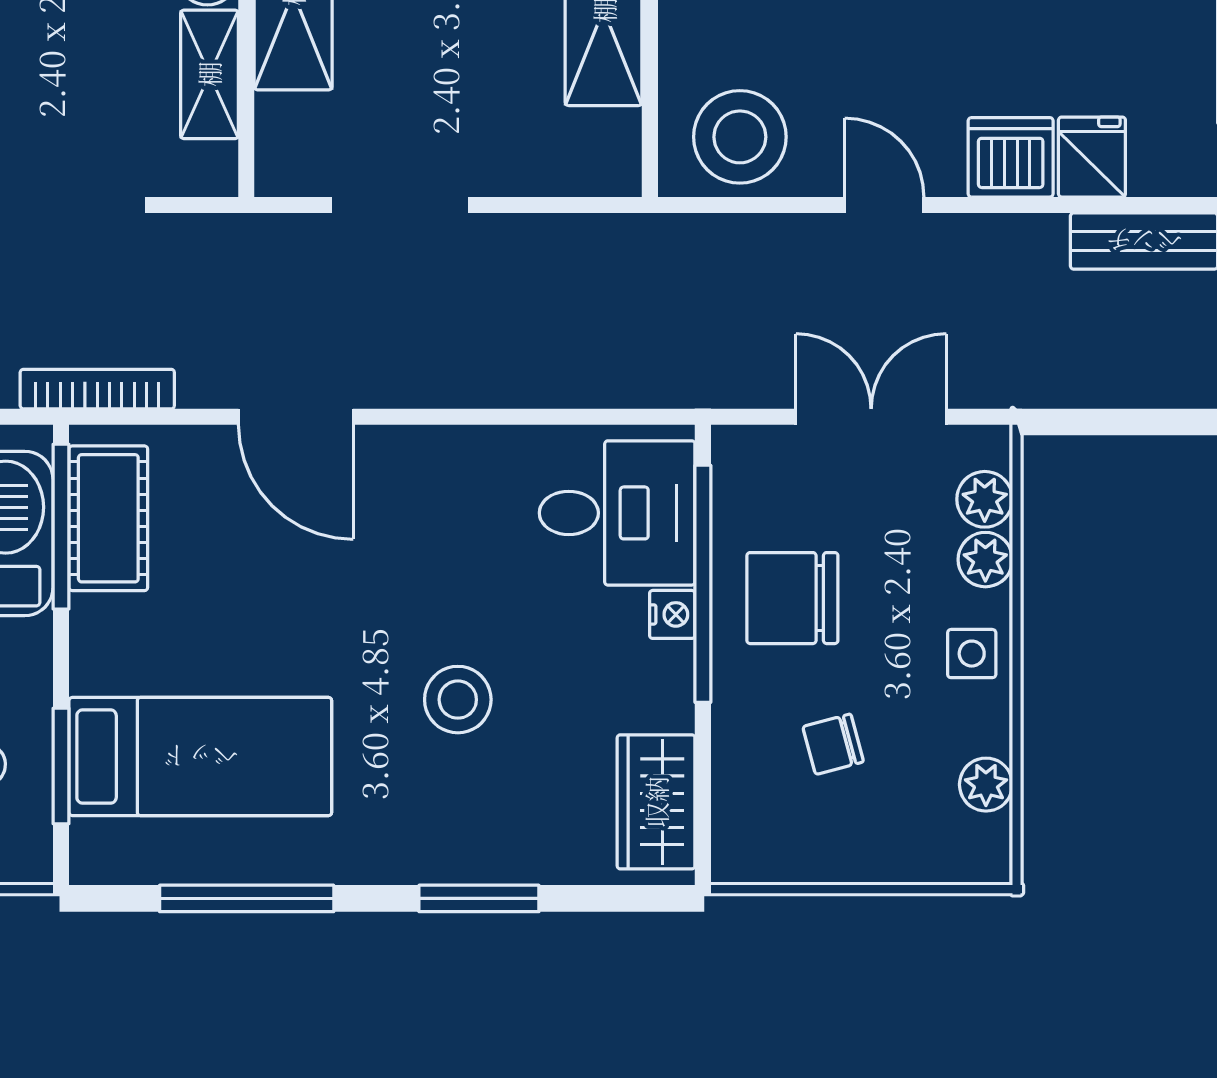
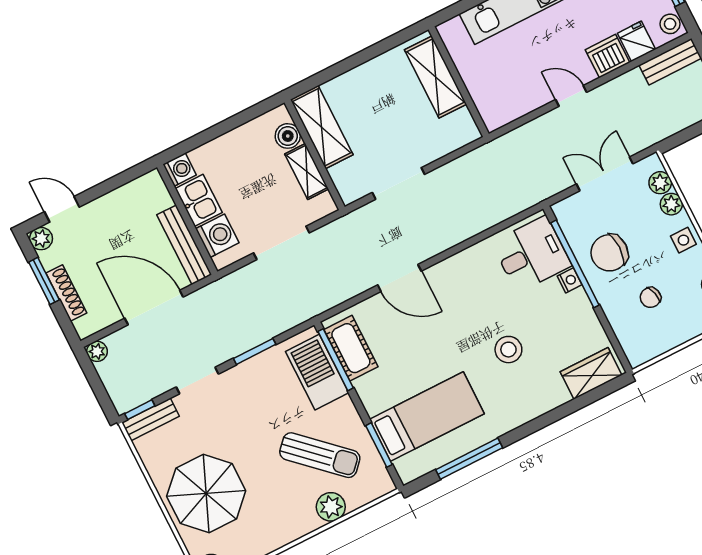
stool: (740, 137) -> (670, 24), moved, width x0.53, depth x0.53
bookcase: (97, 389) -> (324, 304), removed
wardrobe: (656, 802) -> (591, 373), moved, turned 90
window: (479, 898) -> (552, 417), removed

